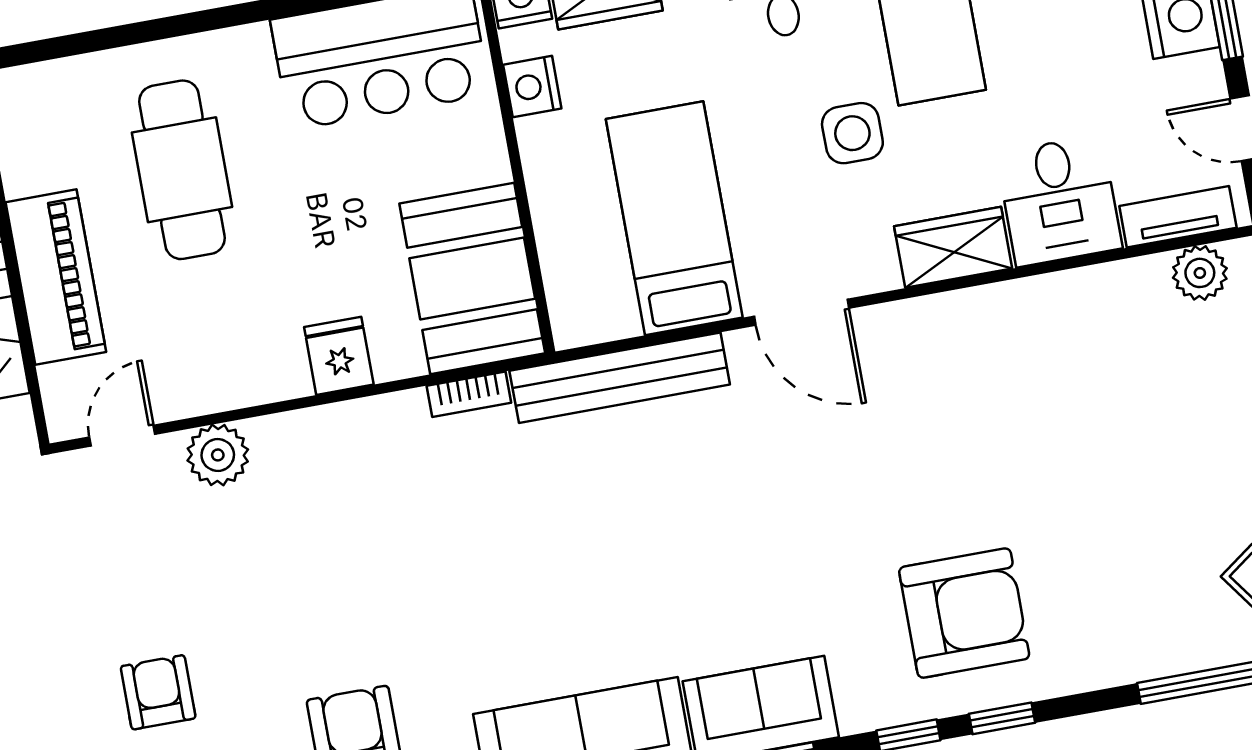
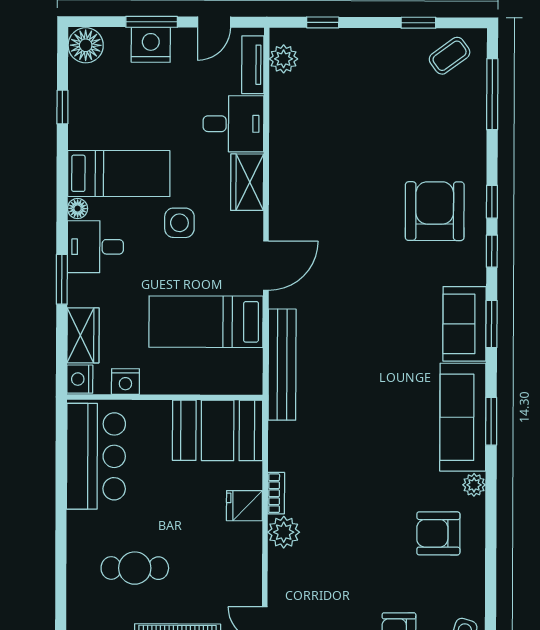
cafe table: (182, 170) -> (135, 568), width x0.73, depth x0.74
bookcase: (469, 394) -> (276, 493), moved
plant: (218, 455) -> (284, 532), moved

